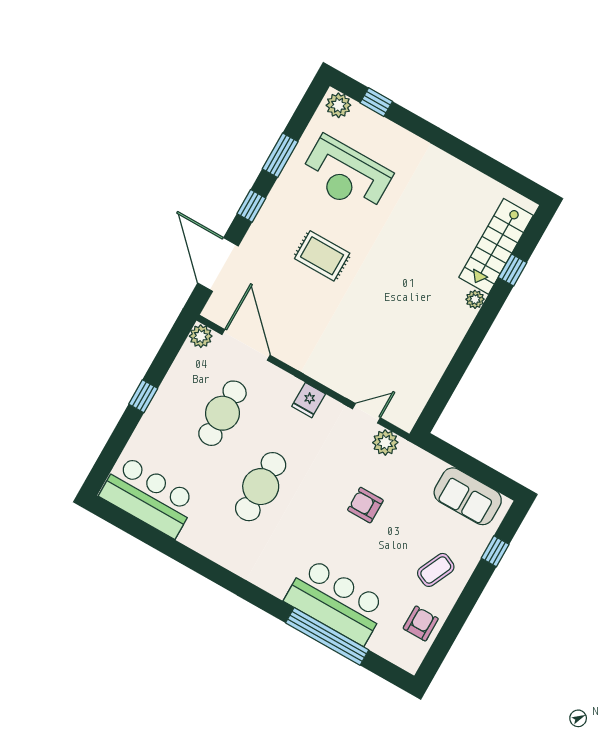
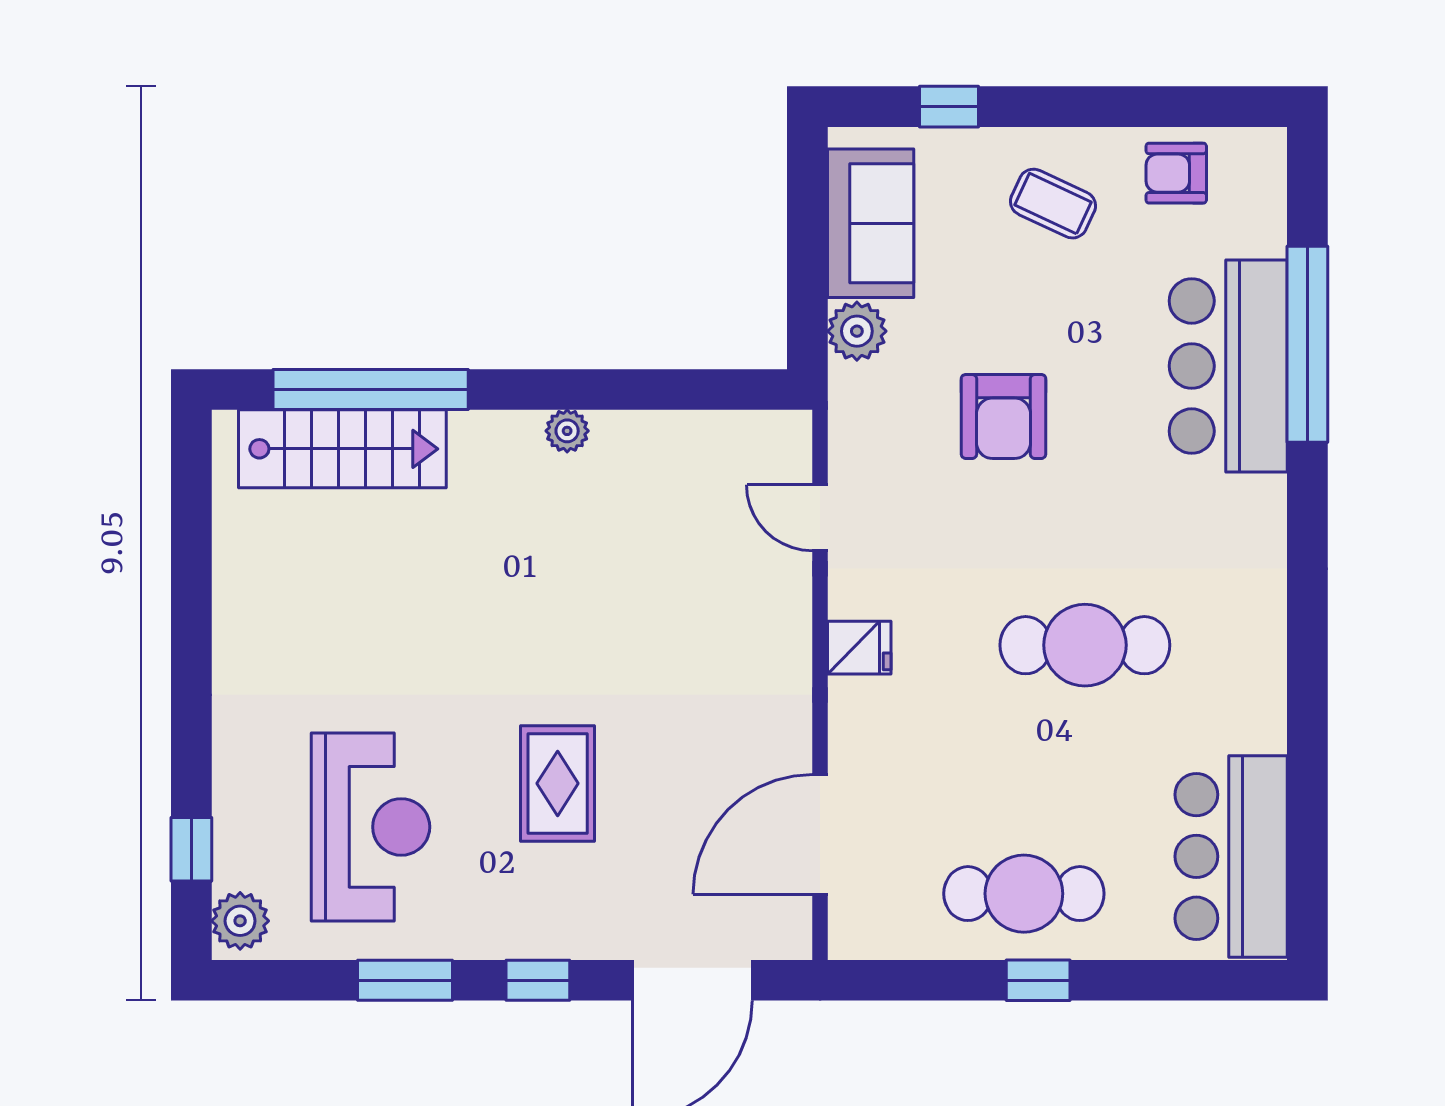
window: (513, 270) -> (371, 389), width x3.17
plant: (475, 299) -> (567, 431), moved
plant: (201, 336) -> (854, 934), removed
cafe table: (222, 413) -> (1024, 894), moved
plant: (385, 443) -> (857, 331), moved
armchair: (365, 505) -> (1004, 416), width x1.38, depth x1.38

